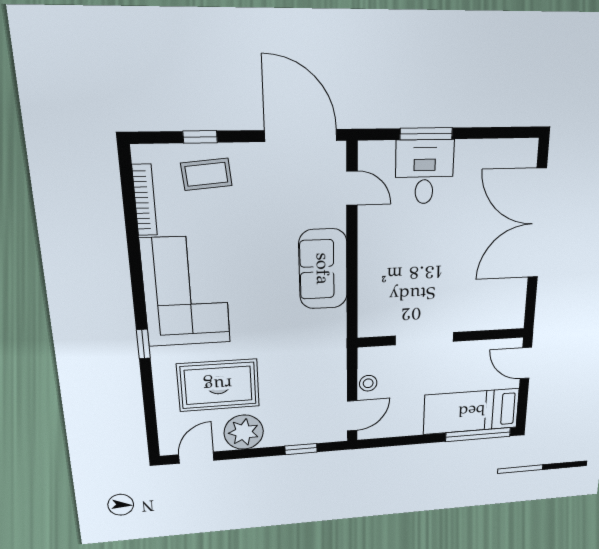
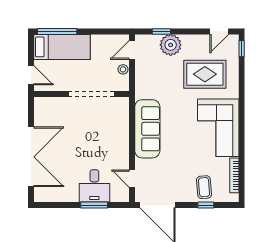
coffee table: (206, 174) -> (204, 187), turned 90
sofa: (323, 269) -> (147, 129), width x1.36
doorway: (424, 339) -> (91, 94), width x1.36
window: (143, 344) -> (242, 49), moved
plant: (244, 432) -> (171, 45), moved

